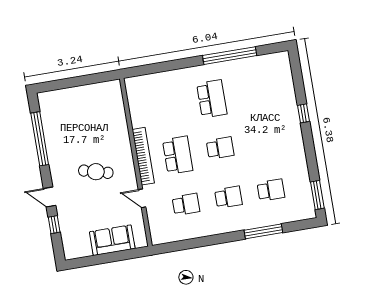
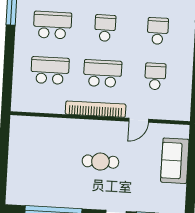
school desk: (169, 106) -> (50, 70), added
cafe table: (96, 172) -> (100, 162), turned 75

